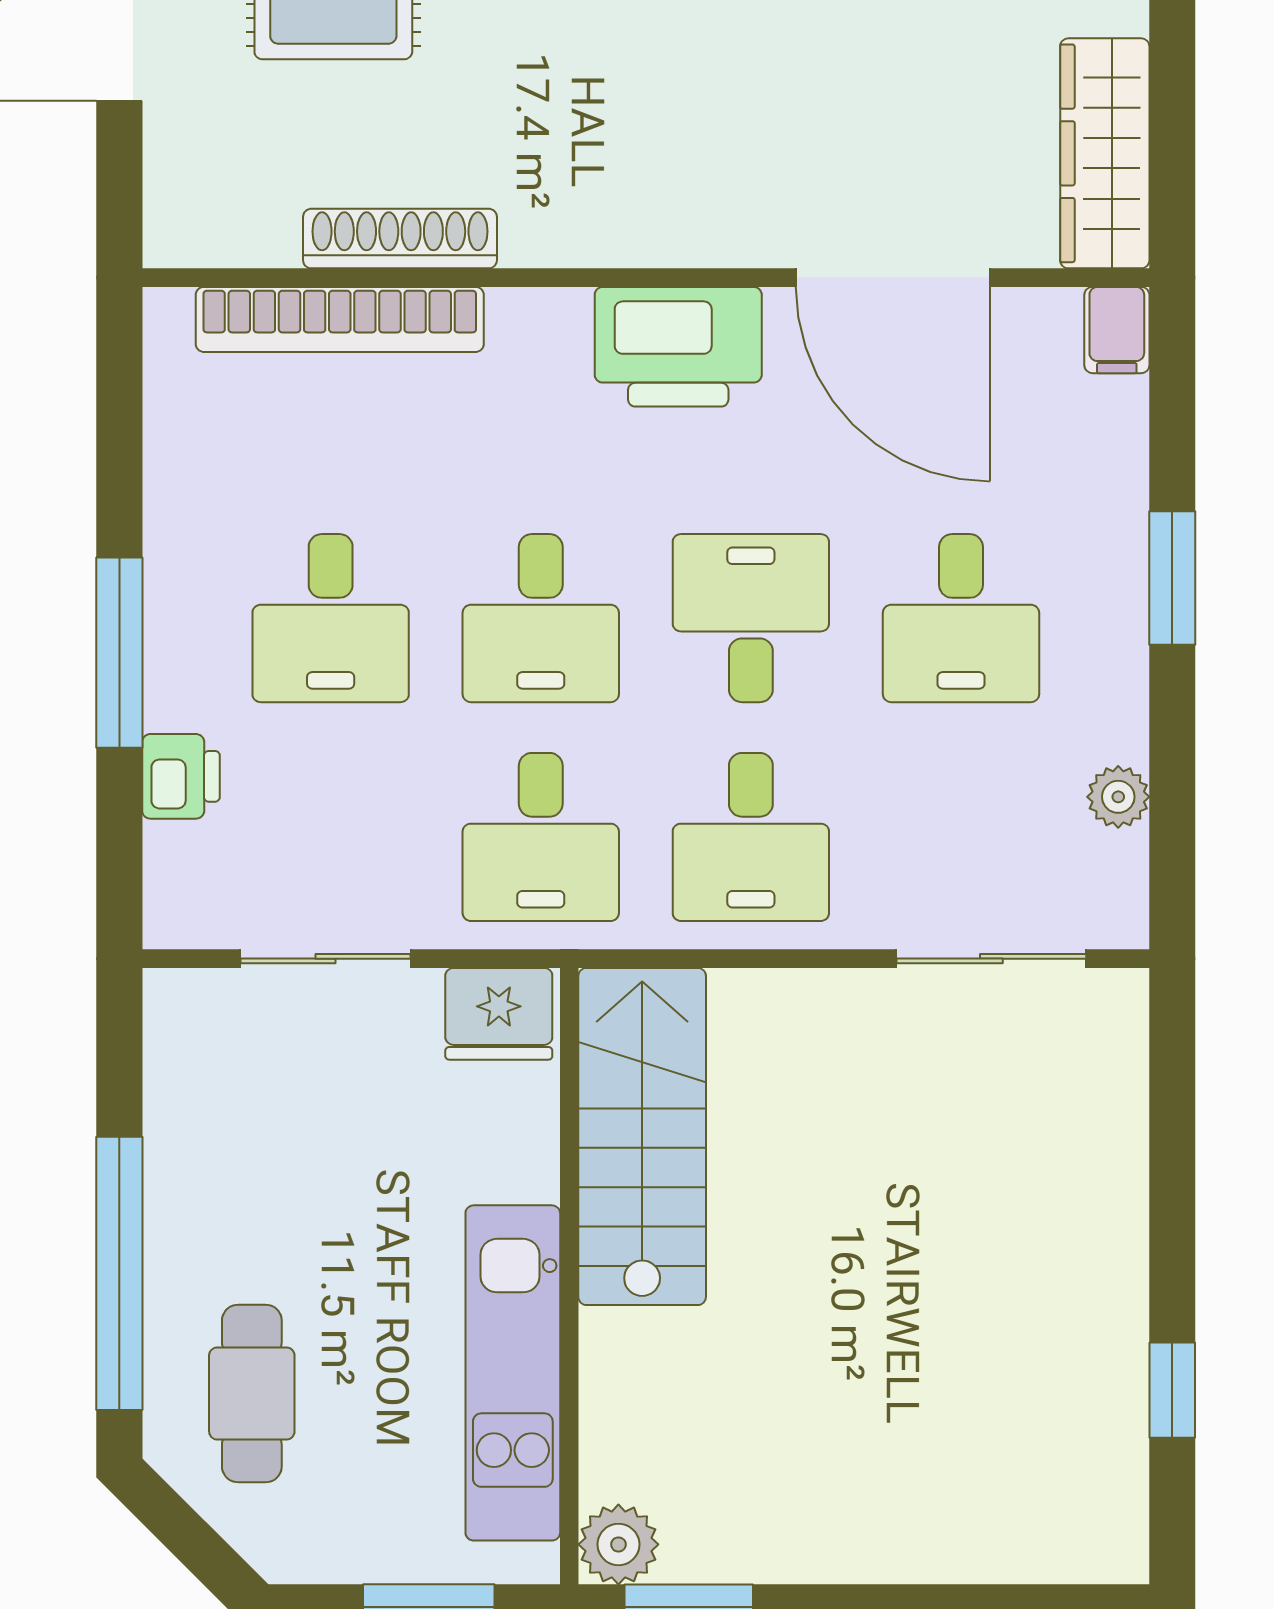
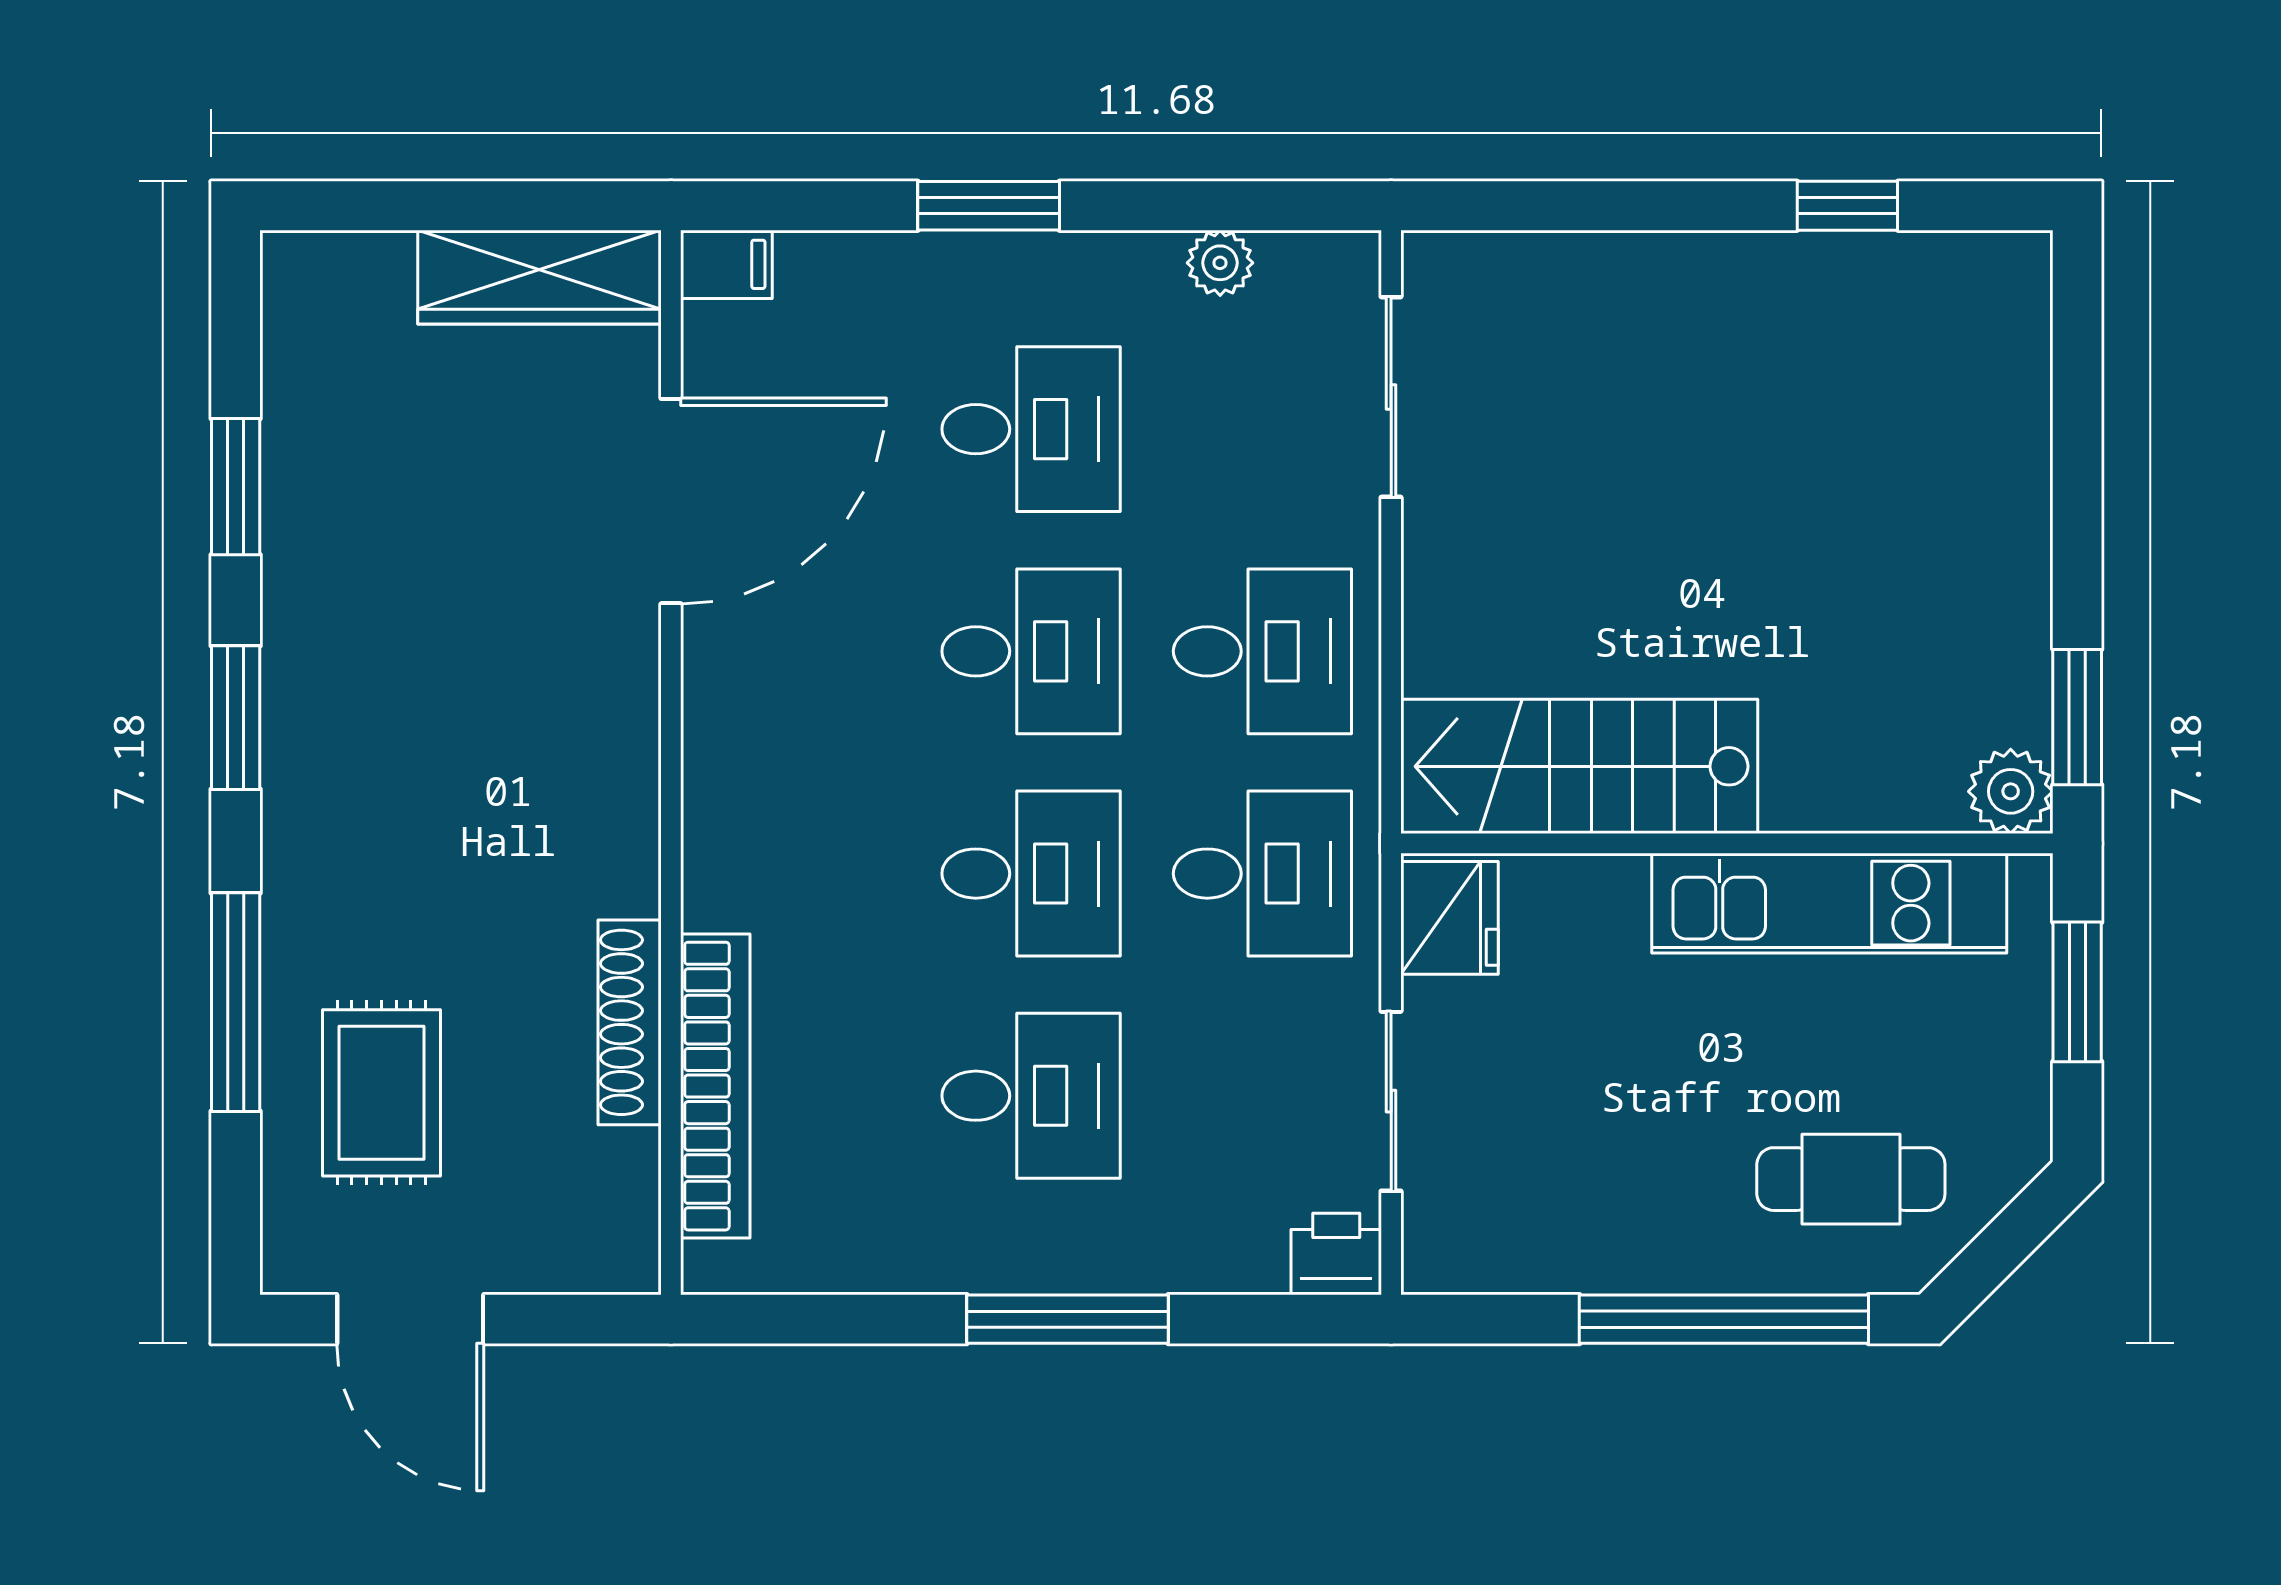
printer: (678, 347) -> (744, 728), removed
desk: (751, 618) -> (1031, 651), turned 180
printer: (181, 776) -> (1336, 1254), moved

